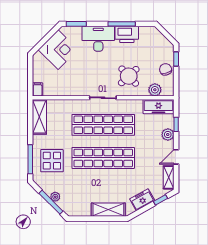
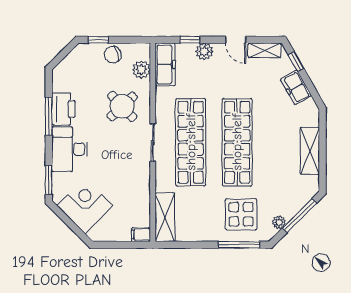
shelving: (39, 117) -> (165, 217), moved, turned 90
plant: (55, 197) -> (279, 222), moved
shelving: (108, 210) -> (310, 151), moved

